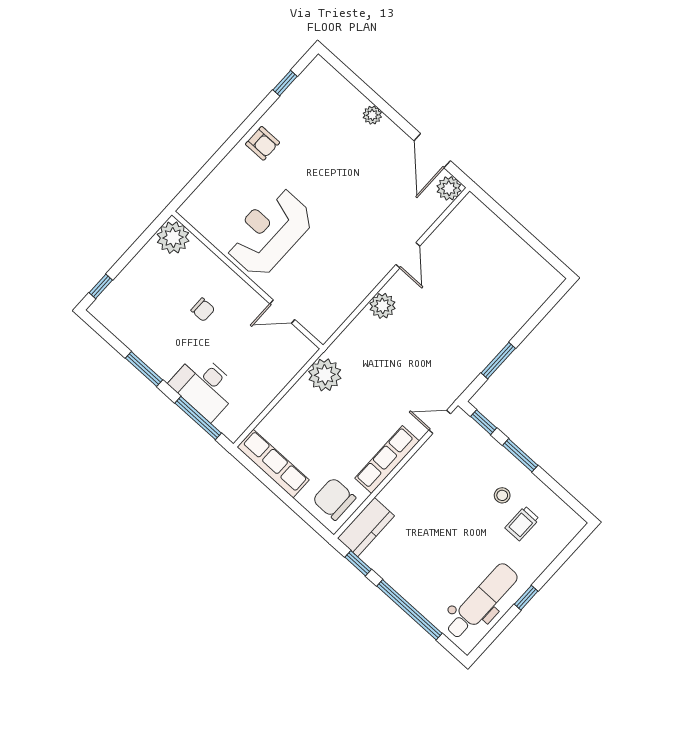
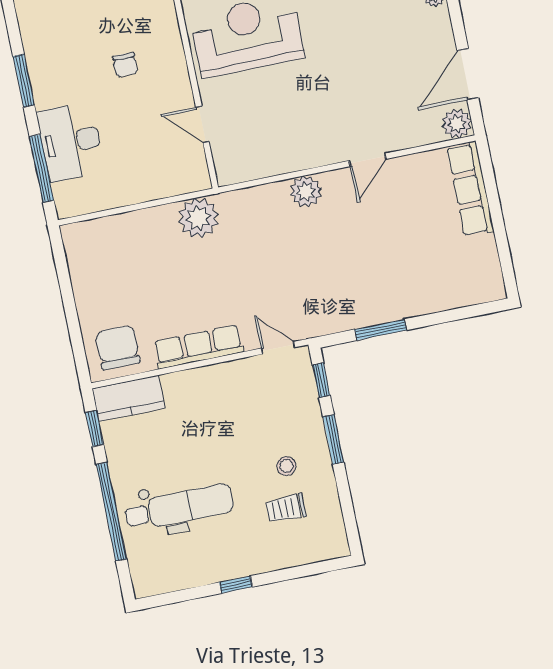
row of seats: (273, 464) -> (470, 189), moved, turned 180
dental chair: (482, 601) -> (179, 507), moved

